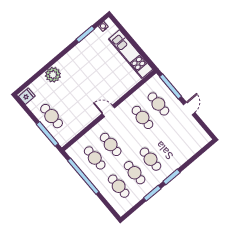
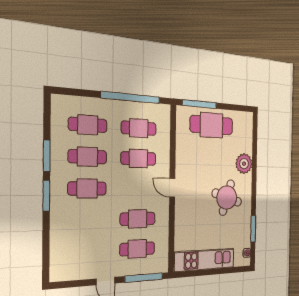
round table: (83, 70) -> (227, 198), added
fridge: (27, 96) -> (245, 120), removed
door: (108, 111) -> (172, 188), swing flipped
cafe table: (52, 116) -> (212, 125), width x1.37, depth x1.35

